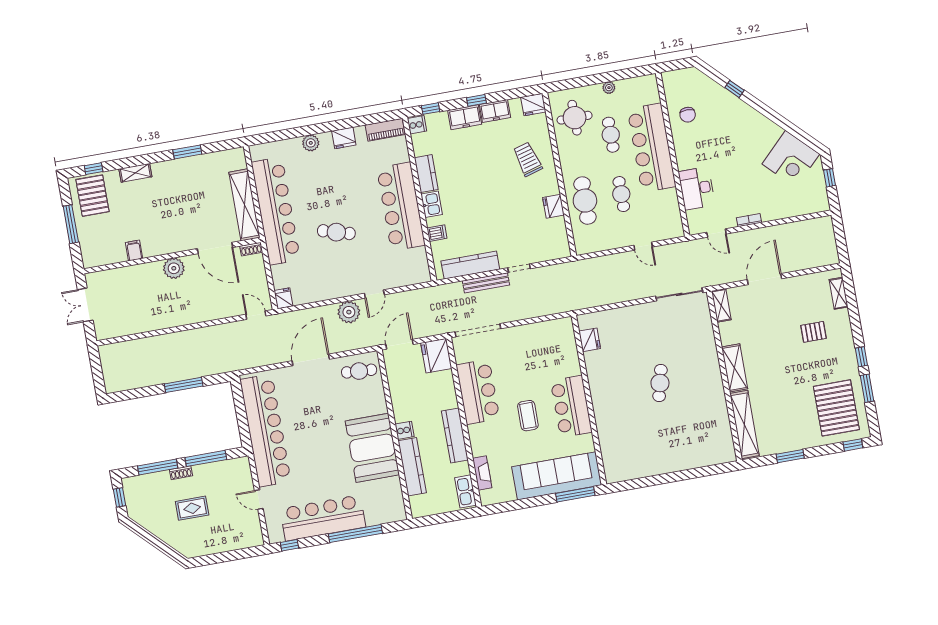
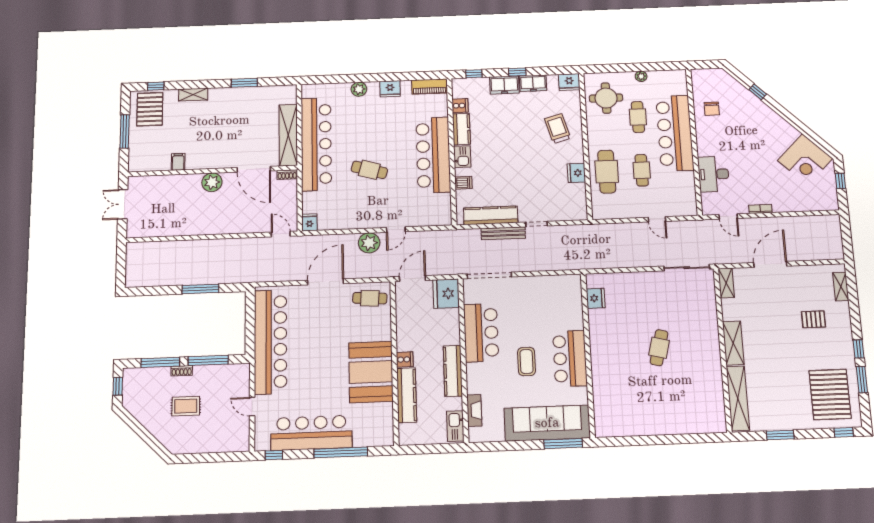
cooker: (417, 125) -> (460, 106), moved

